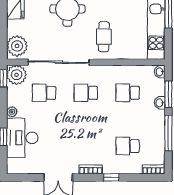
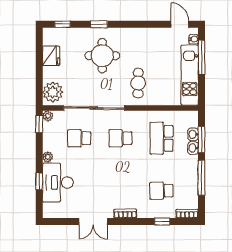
washbasin: (160, 72) -> (193, 134), moved
plant: (17, 75) -> (48, 116), width x0.53, depth x0.53
school desk: (128, 93) -> (161, 138), width x1.85
window: (111, 177) -> (162, 221), moved

